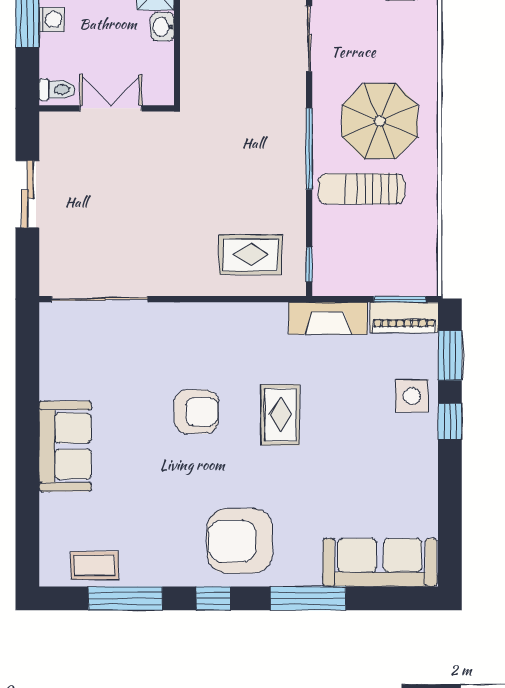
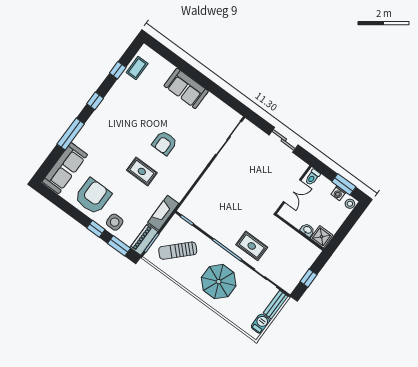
sun lounger: (361, 189) -> (178, 251), moved, turned -135
rug: (251, 255) -> (252, 246), moved, turned 90
armchair: (240, 541) -> (93, 196), moved
window: (125, 598) -> (118, 70), width x0.46

